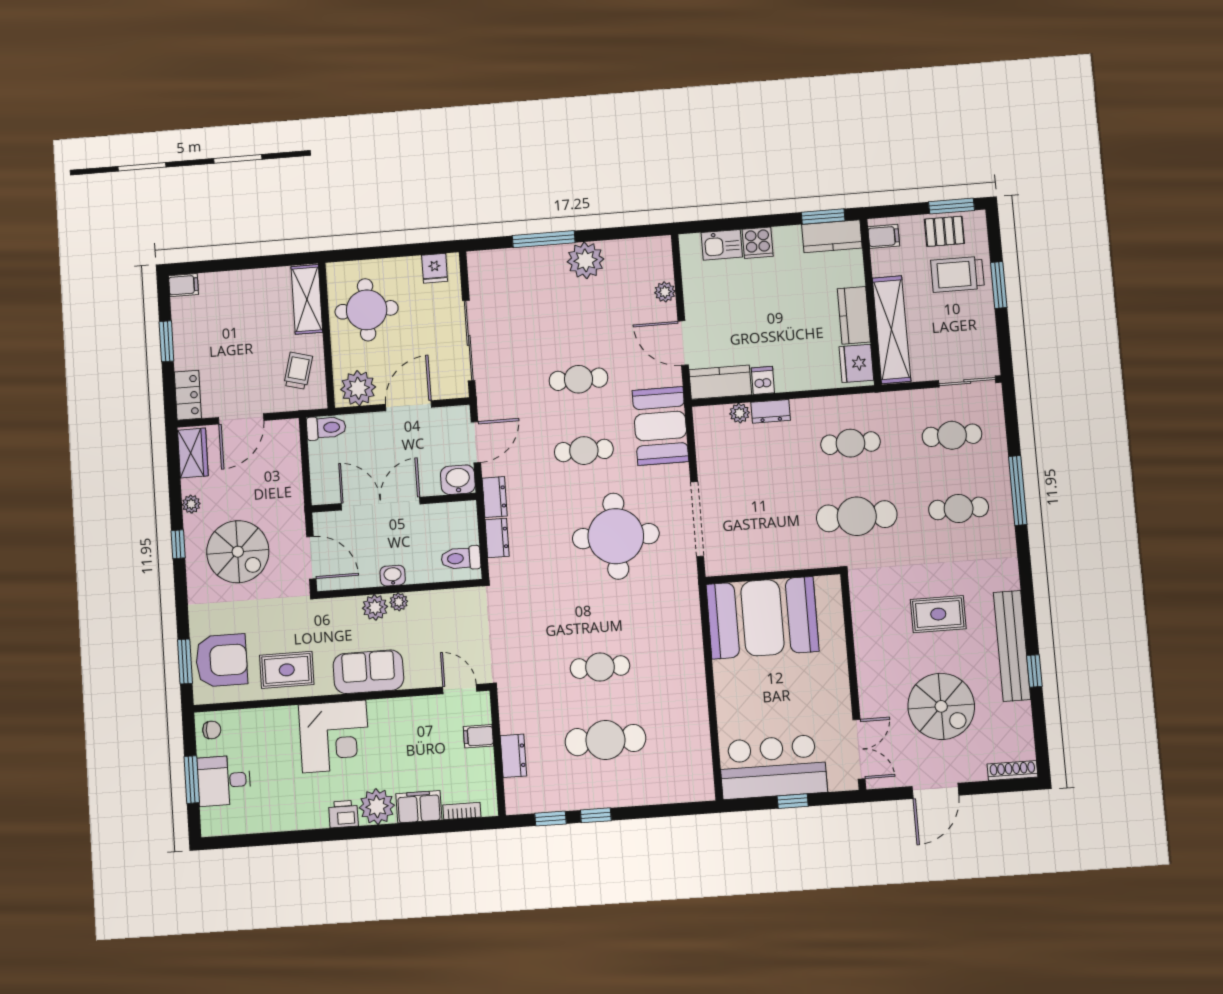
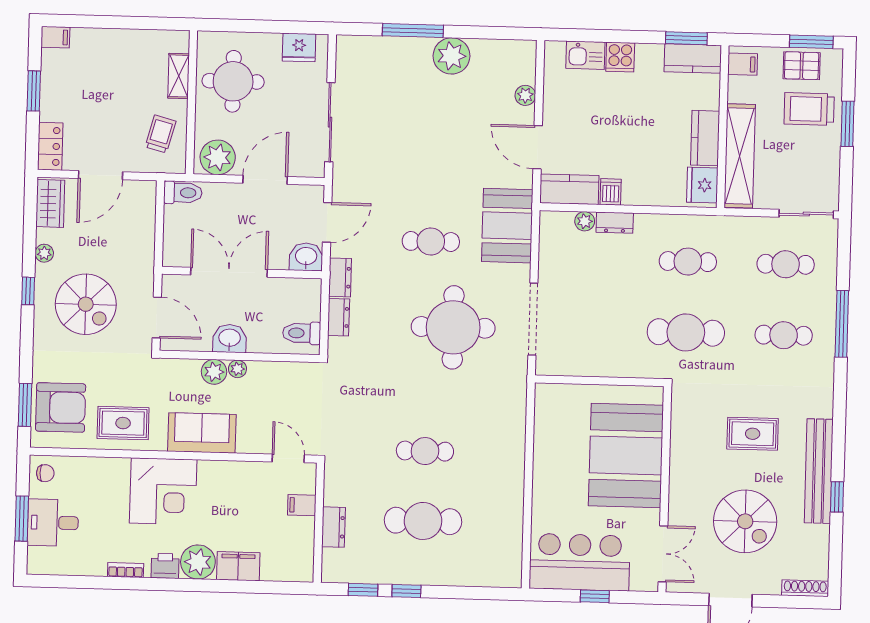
fridge: (435, 268) -> (299, 47), width x1.38
shelving: (307, 299) -> (179, 76), width x0.67, depth x0.75
cafe table: (579, 379) -> (433, 172), removed
washbasin: (393, 576) -> (230, 338), width x1.38, depth x1.45
booth: (762, 618) -> (626, 455), moved, turned 90
bookcase: (462, 811) -> (126, 570), moved

